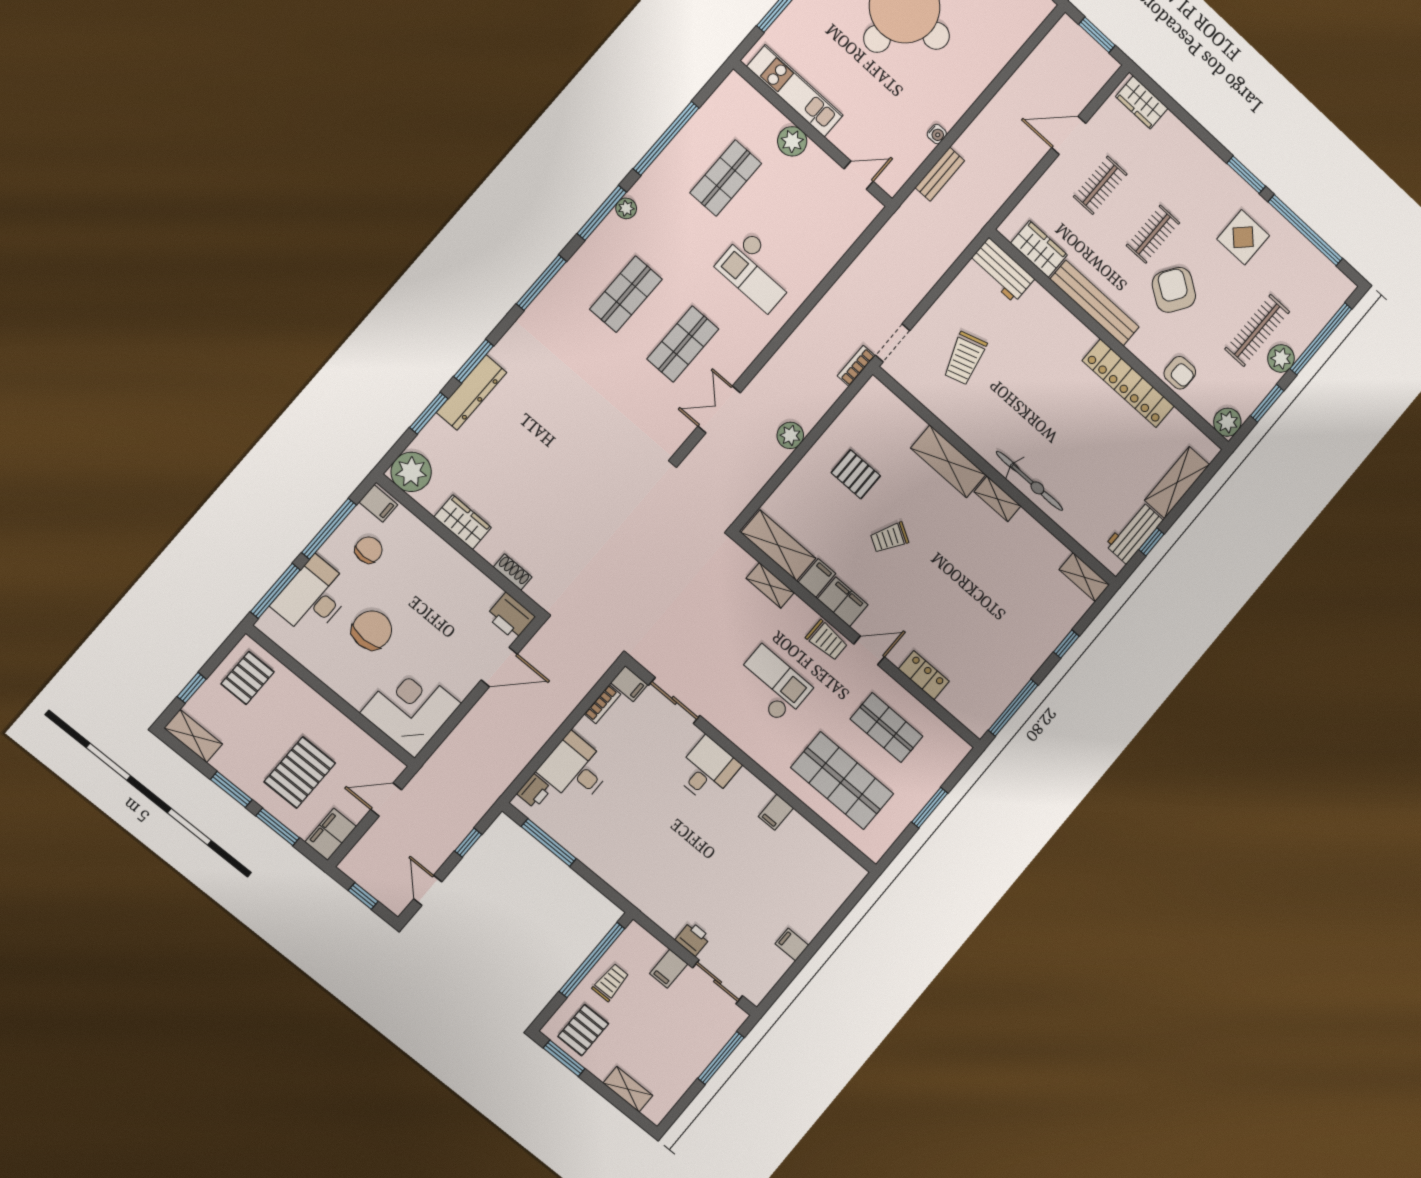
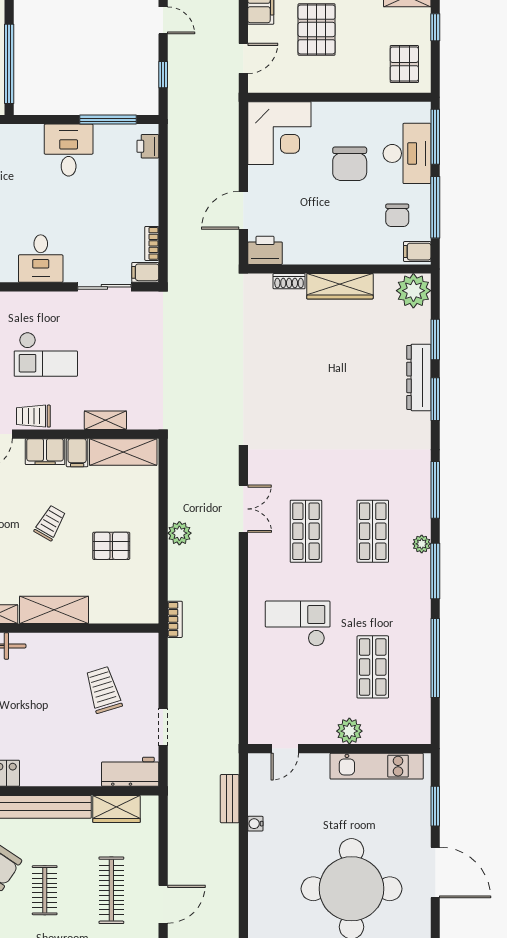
clothes rail: (1100, 185) -> (111, 890), width x1.36
plant: (626, 208) -> (422, 544), moved
doorway: (893, 343) -> (163, 727), moved
wardrobe: (463, 522) -> (340, 286), width x1.50
desk: (575, 769) -> (69, 150), moved, turned -90

